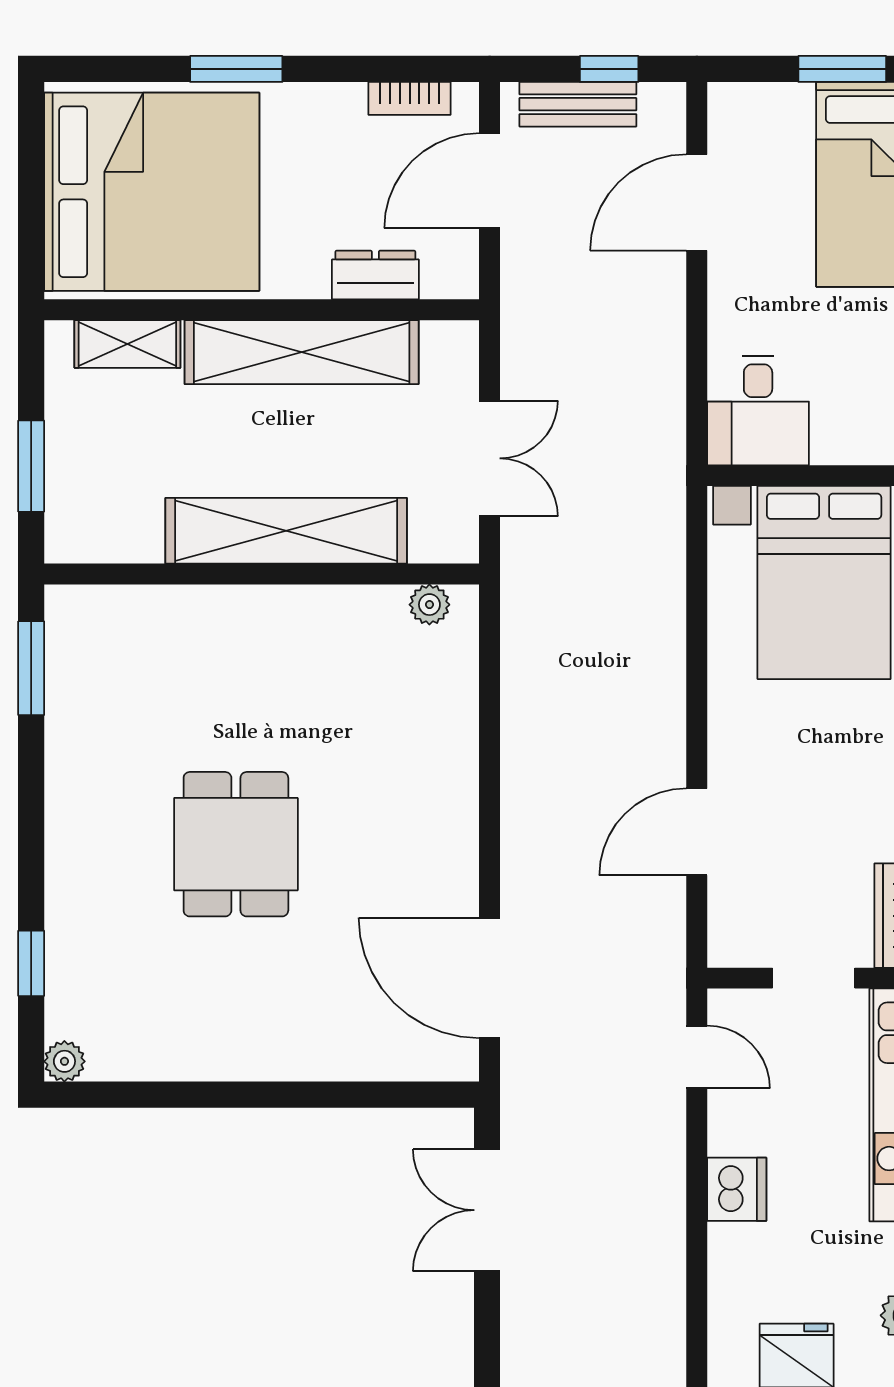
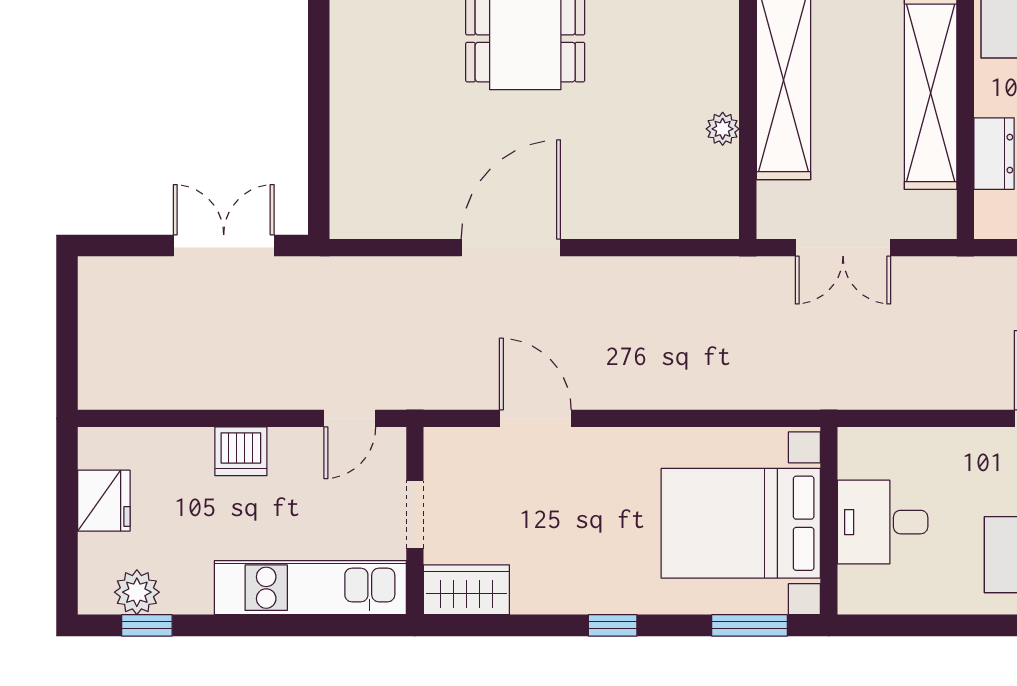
desk: (758, 410) -> (883, 522), moved
plant: (429, 605) -> (723, 129), moved
door: (490, 978) -> (511, 248), moved

